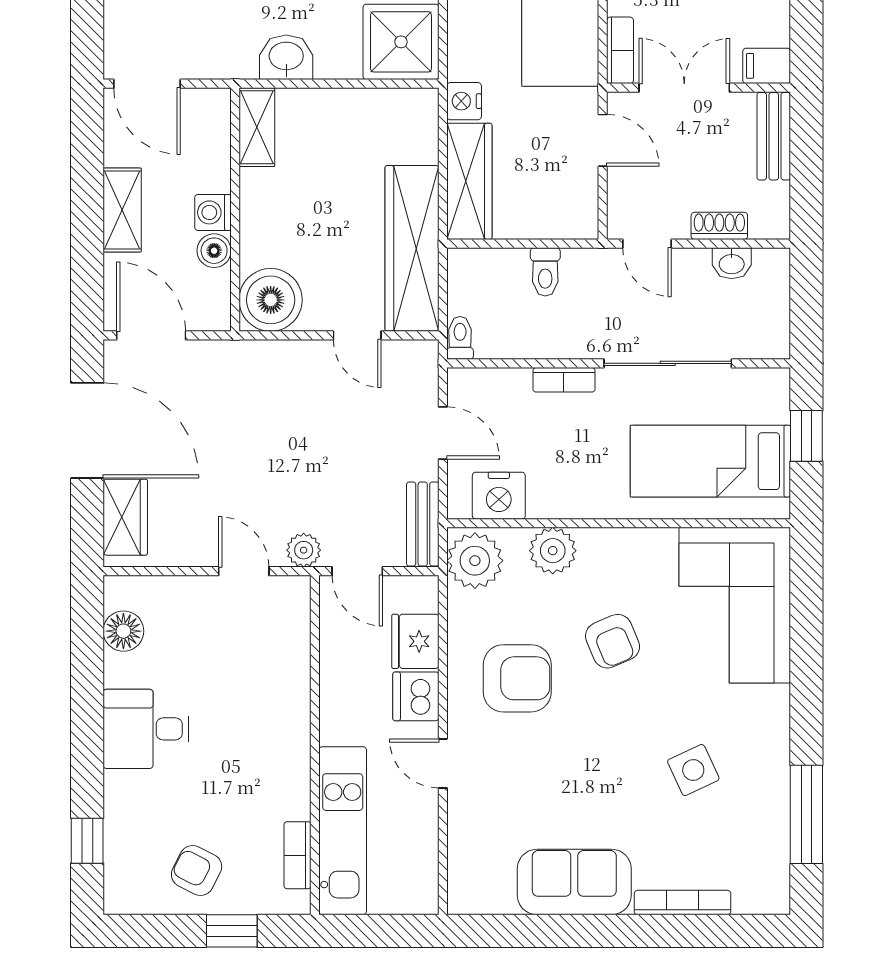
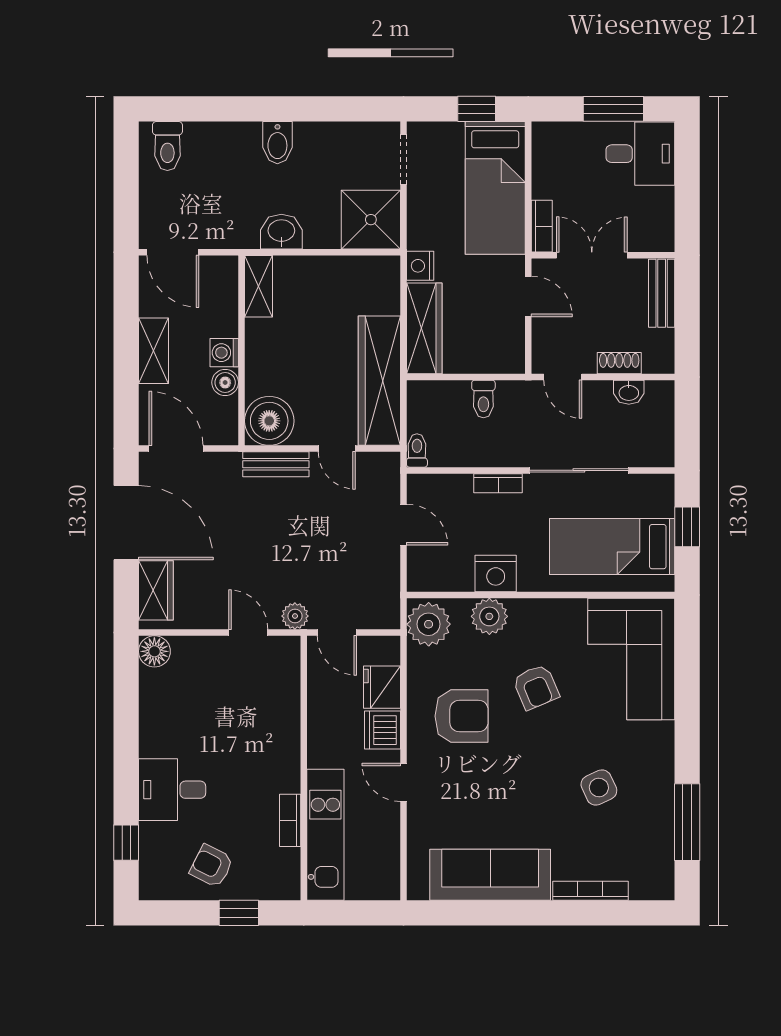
filing cabinet: (767, 66) -> (656, 238), removed
nightstand: (499, 496) -> (496, 574), moved
bench: (423, 524) -> (276, 464), moved, turned 90
floor lamp: (123, 631) -> (154, 651), moved
desk: (146, 729) -> (172, 790), moved
bookcase: (297, 855) -> (290, 820), moved
sofa: (574, 882) -> (490, 875), width x1.36

